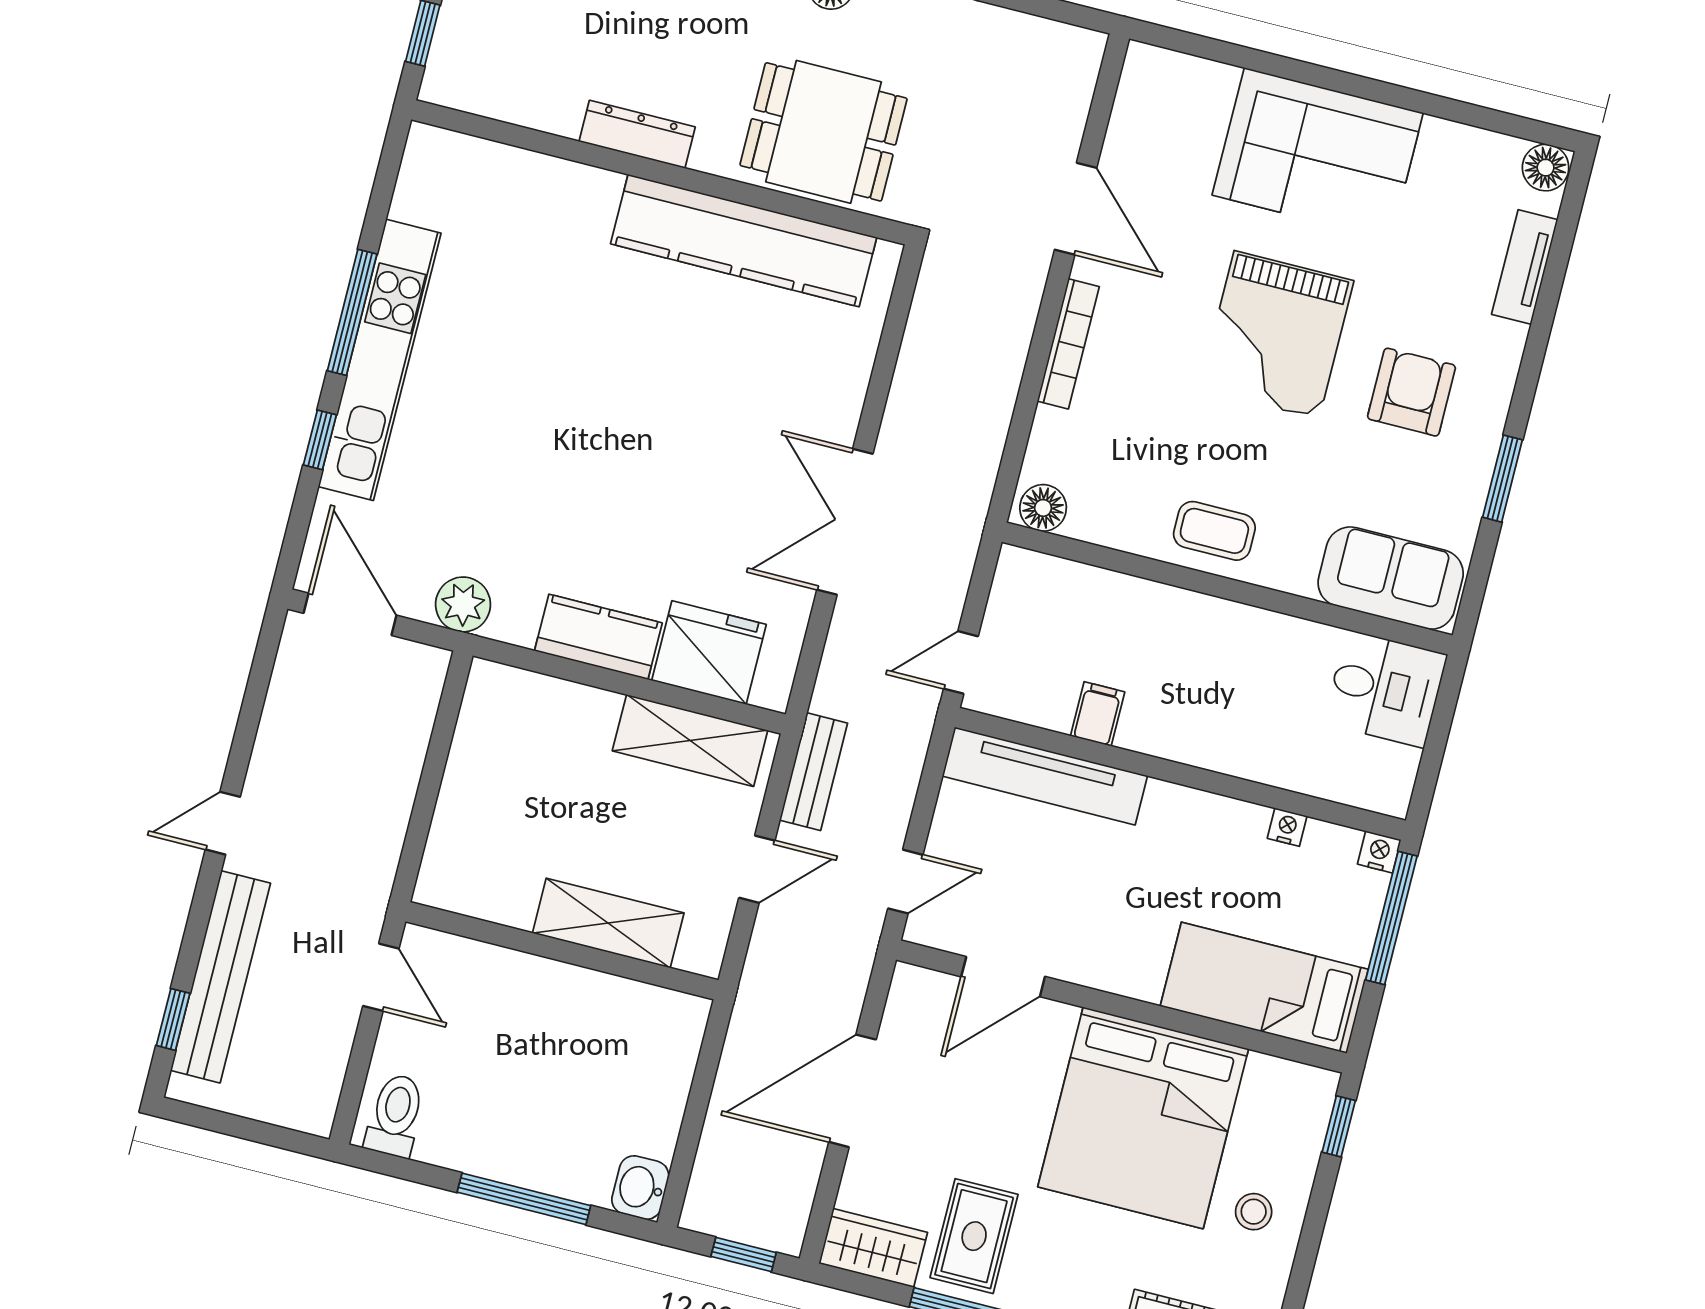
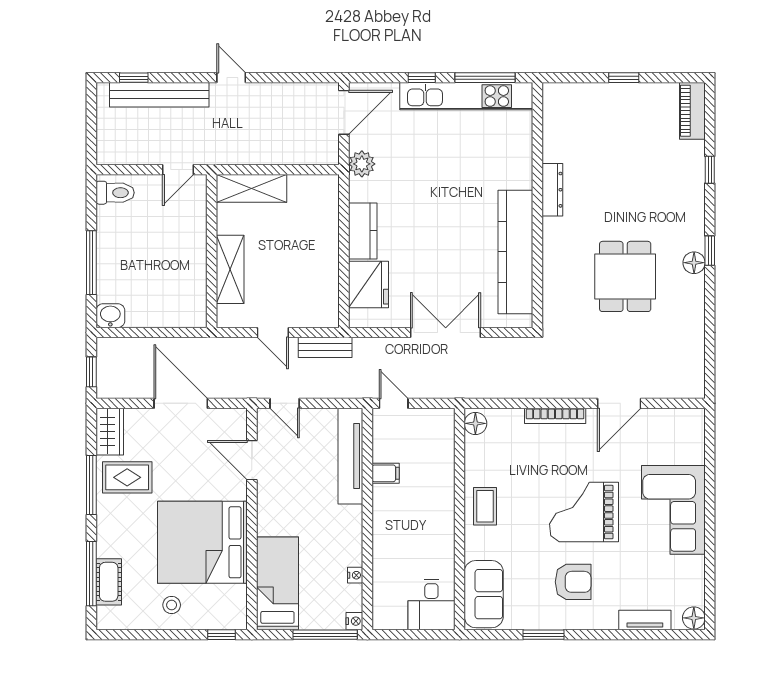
dresser: (637, 134) -> (552, 190), moved
wall: (660, 172) -> (537, 205), moved
kitchen counter: (744, 241) -> (515, 252), moved
shelving: (690, 740) -> (252, 188), moved, turned 90

